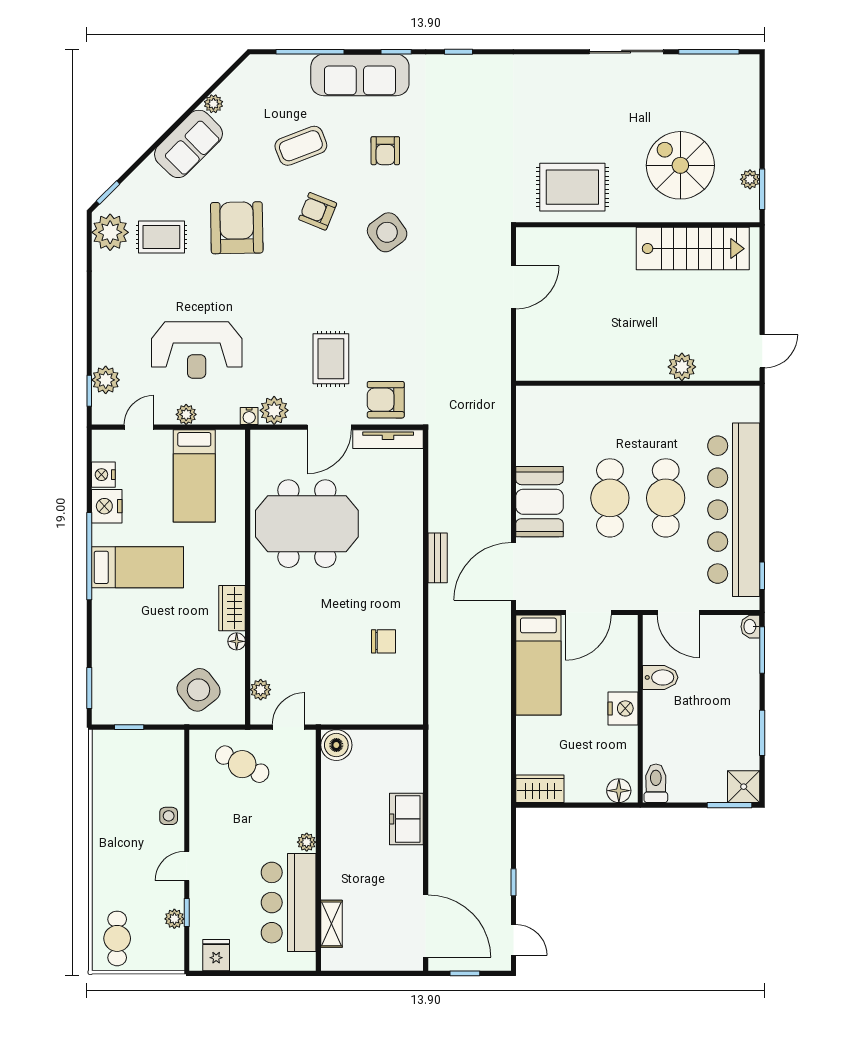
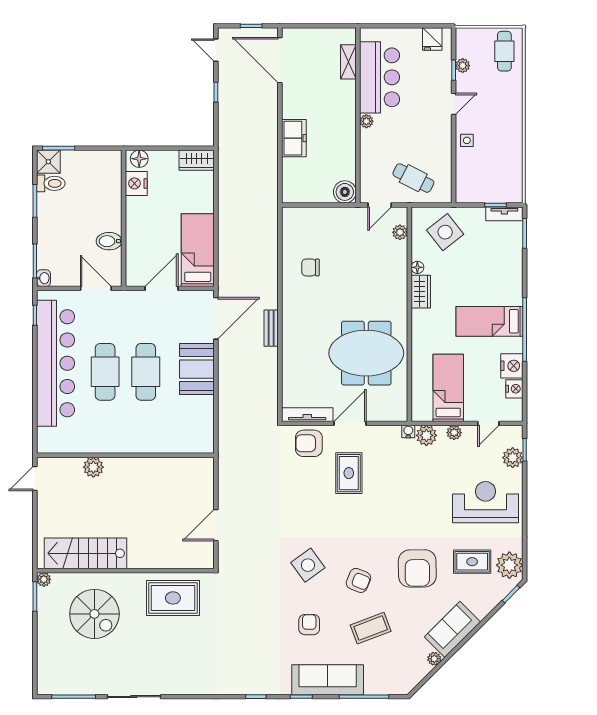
plant: (750, 179) -> (44, 579), moved
reception desk: (197, 350) -> (486, 502), moved
armchair: (386, 400) -> (309, 443), turned 180
plant: (274, 410) -> (426, 435), moved
nightstand: (623, 708) -> (136, 183), moved
tv unit: (117, 715) -> (504, 214), added
toilet: (656, 783) -> (51, 183), moved, turned -90

